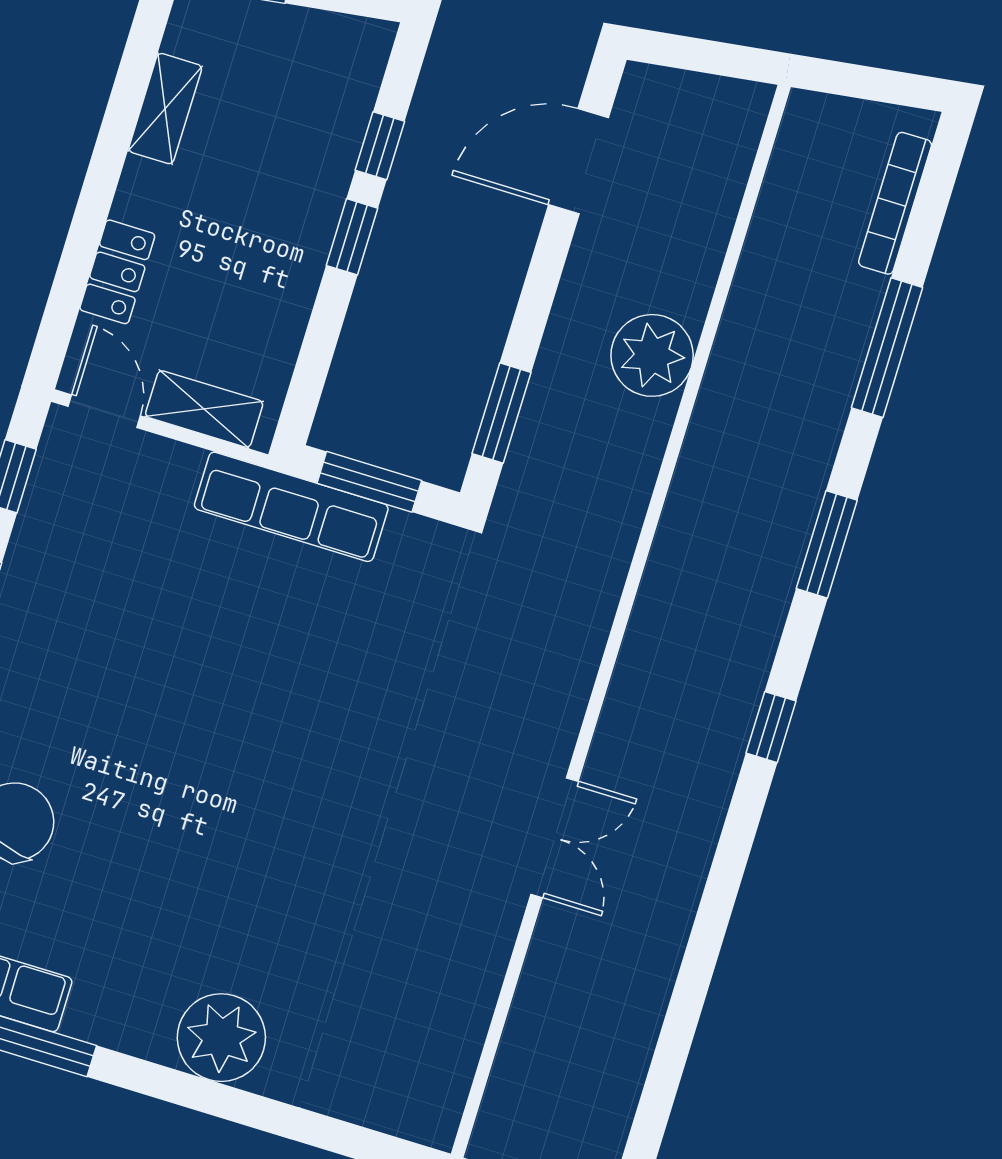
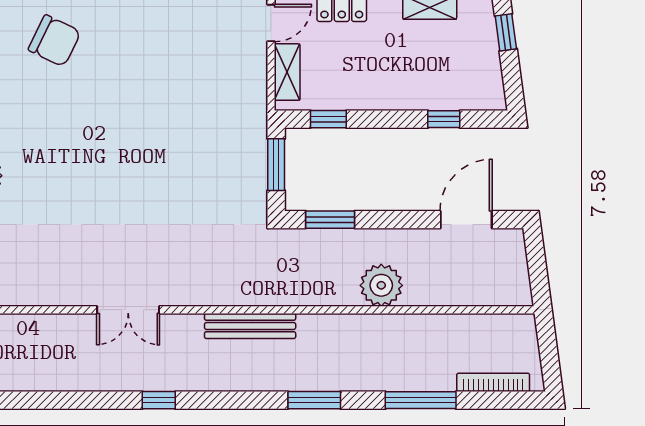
door: (578, 161) -> (466, 220), hinge flipped
window: (352, 237) -> (328, 119), moved
row of seats: (291, 507) -> (252, 130), removed
bench: (653, 621) -> (250, 326), added
window: (771, 727) -> (159, 400), moved

